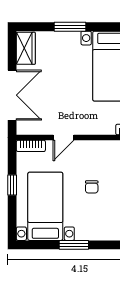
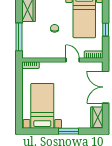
door: (64, 138) -> (73, 60), hinge flipped

